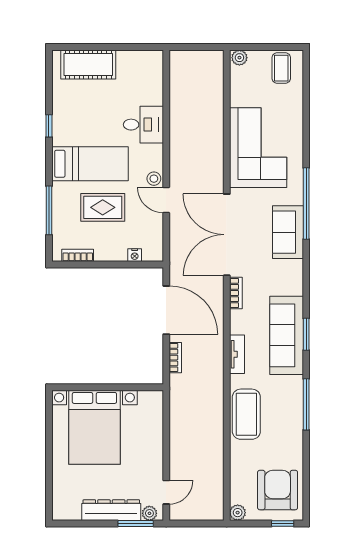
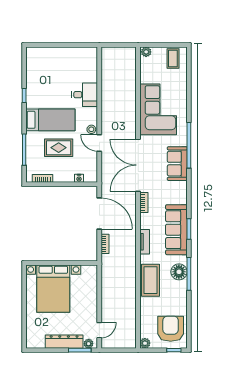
cot: (88, 64) -> (49, 56), removed
floor lamp: (291, 401) -> (179, 272), added

